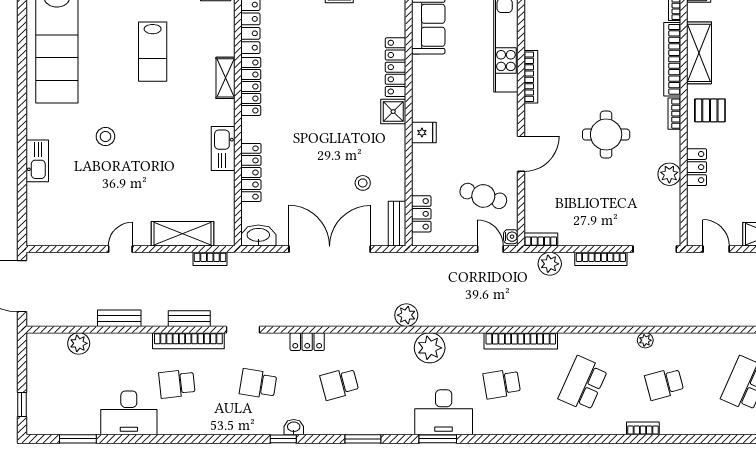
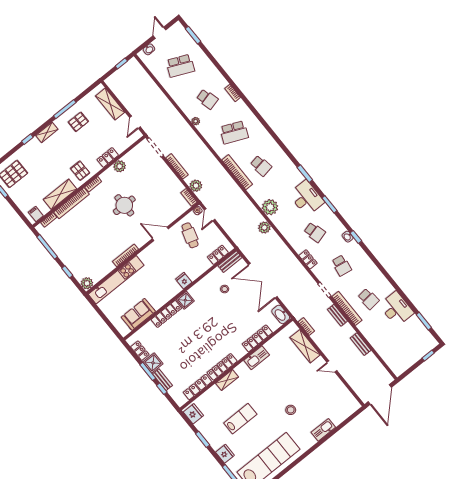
plant: (79, 343) -> (384, 352), removed
desk: (444, 412) -> (306, 198), moved

